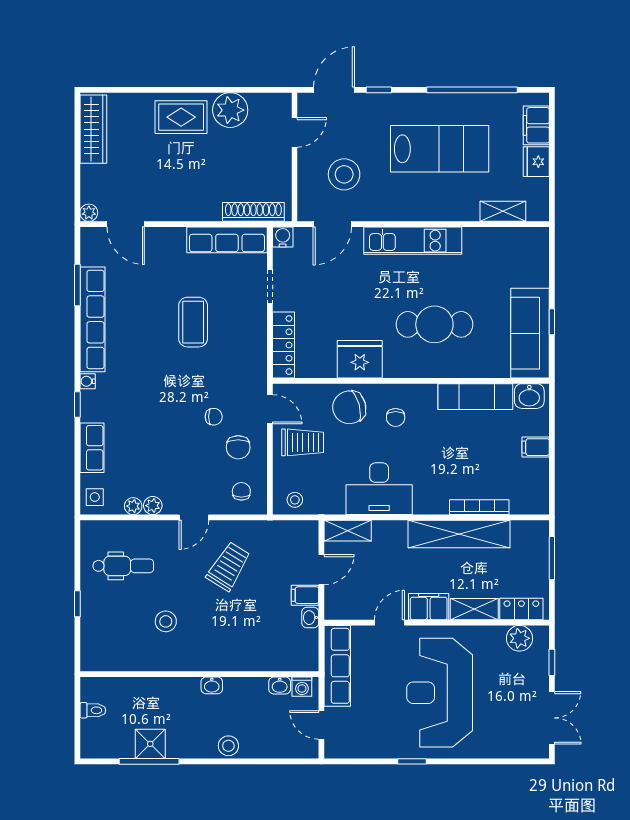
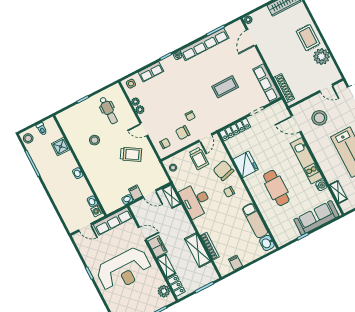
water cooler: (283, 237) -> (321, 185), moved
sofa: (530, 333) -> (316, 218), moved
filing cabinet: (536, 447) -> (235, 263), moved
shelving: (459, 534) -> (198, 250), width x0.68
reception desk: (440, 693) -> (124, 270), turned 180
door: (321, 725) -> (85, 227), swing flipped
shower: (150, 744) -> (61, 147), moved
stool: (228, 746) -> (28, 138), moved

